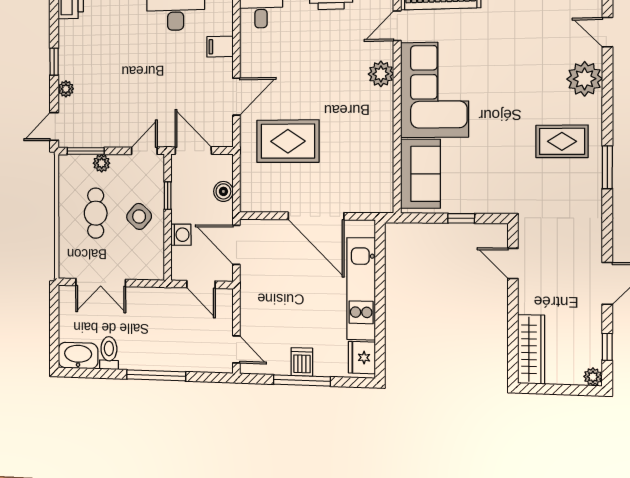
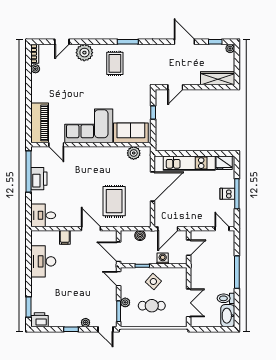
plant: (381, 74) -> (134, 153), moved
door: (193, 151) -> (119, 252), hinge flipped
door: (236, 349) -> (222, 229), hinge flipped

